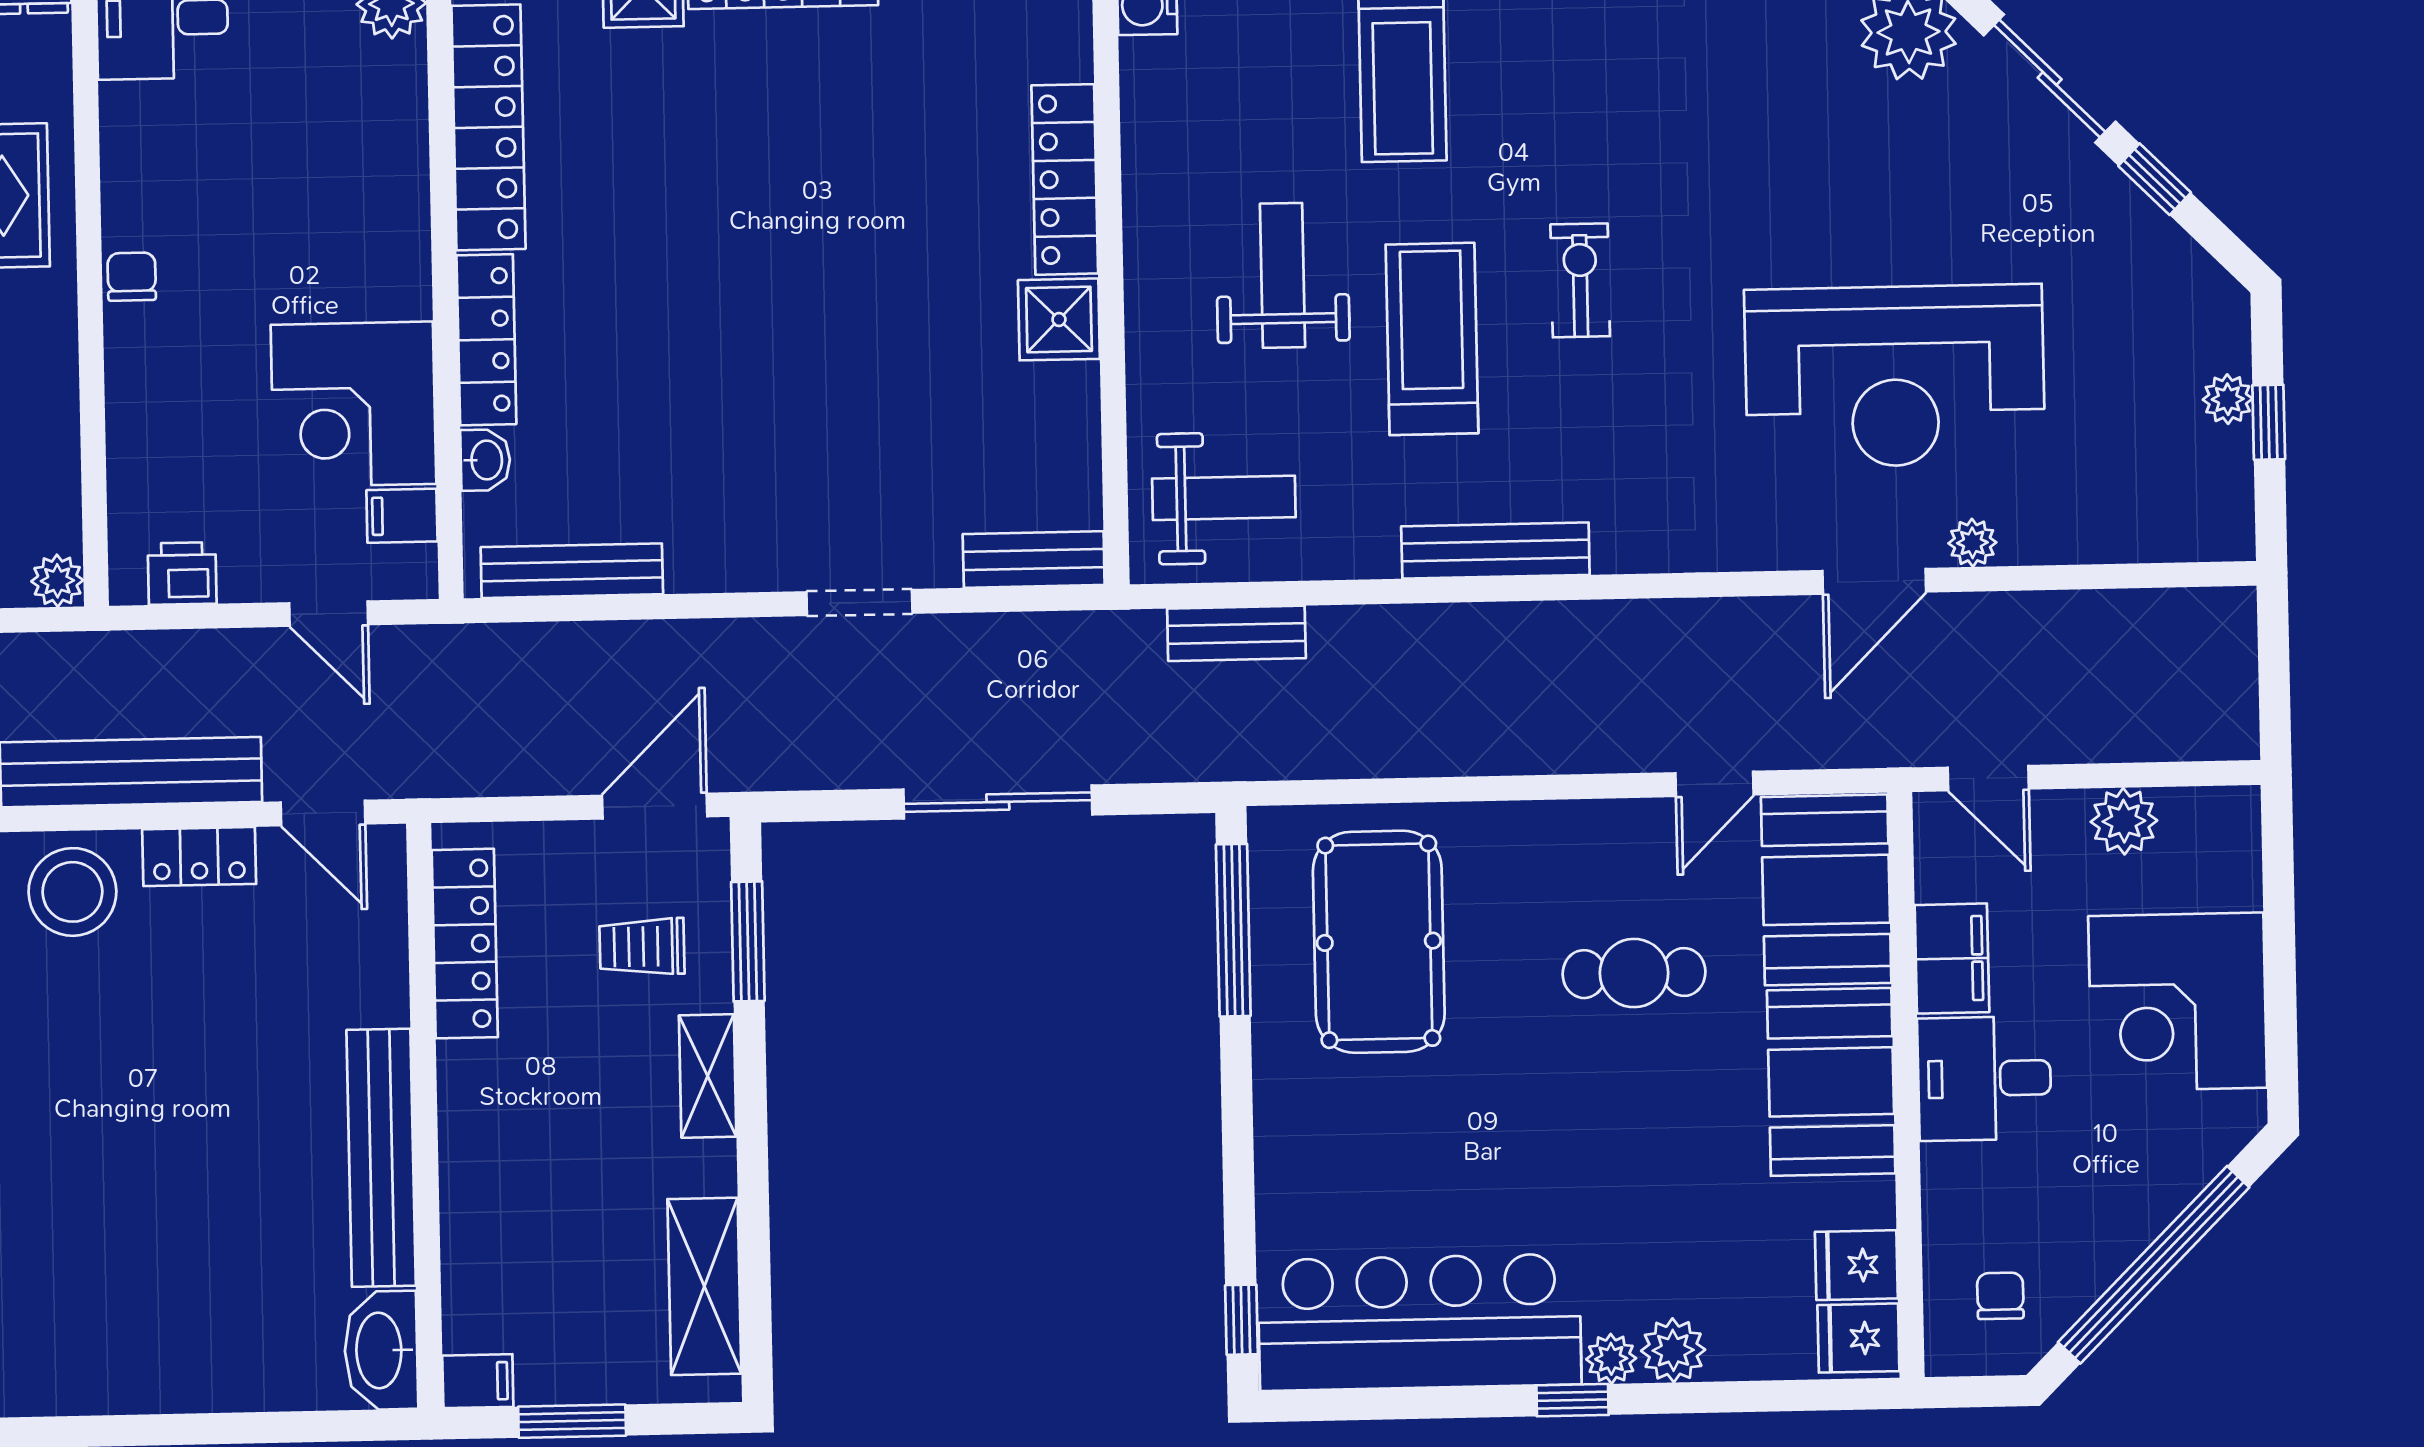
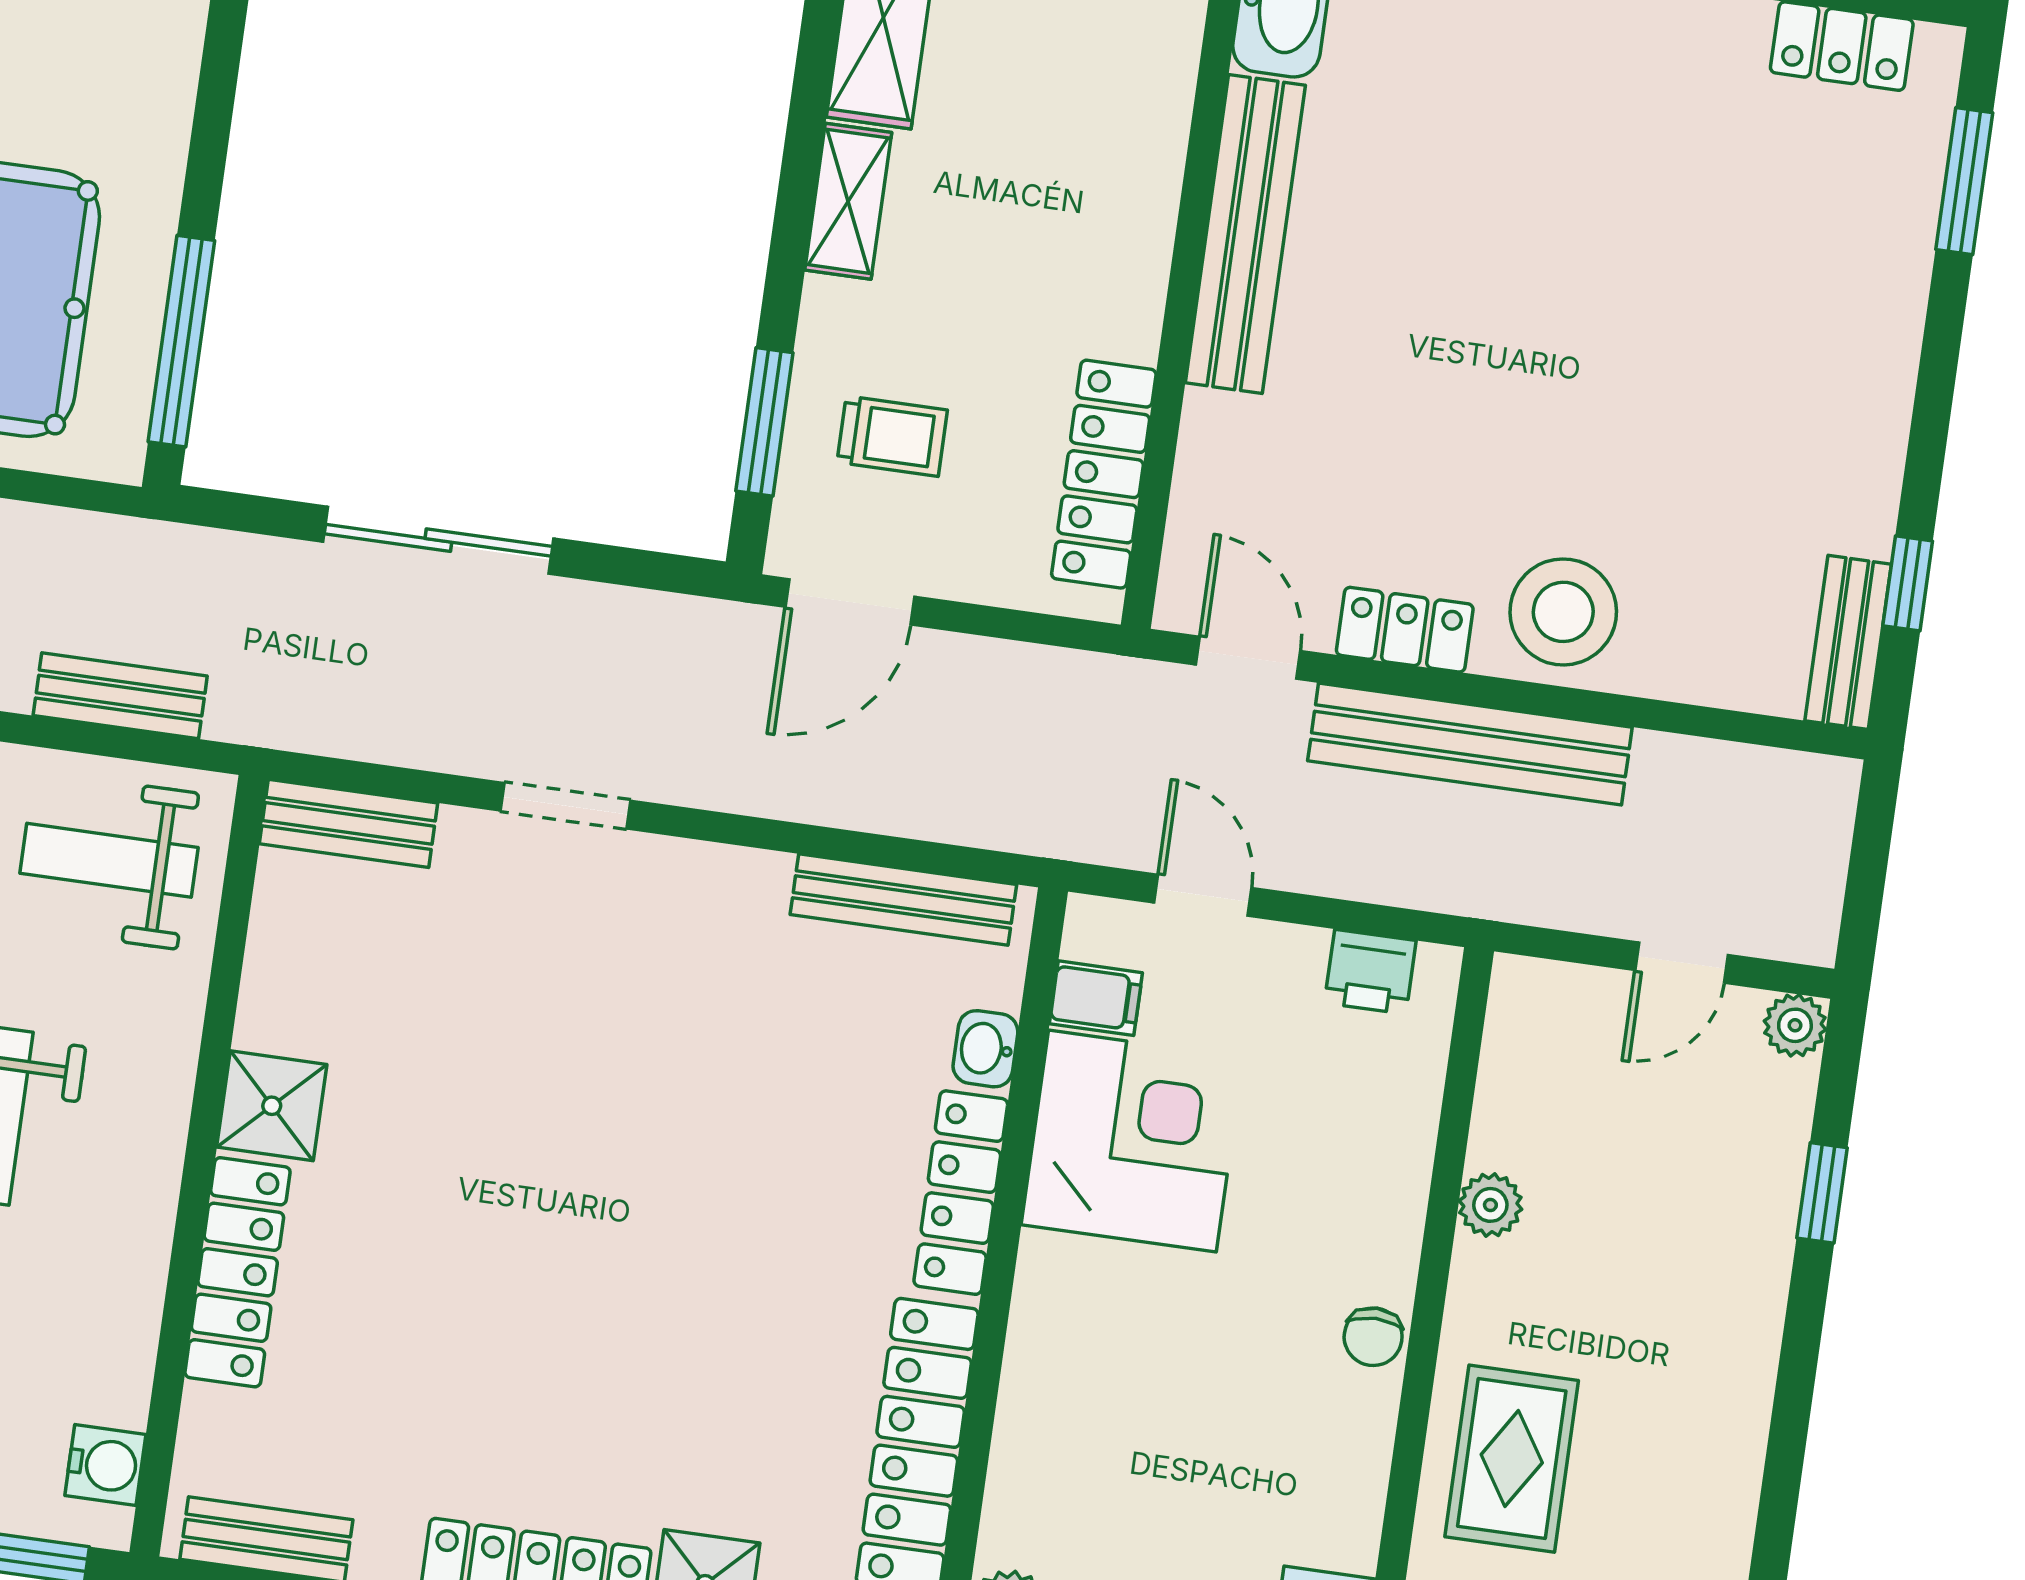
plant: (57, 581) -> (1490, 1205), moved
shelving: (708, 1076) -> (848, 201), moved

